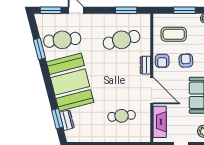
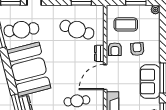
cafe table: (122, 40) -> (77, 30), turned 33
door: (152, 91) -> (105, 77), swing flipped

